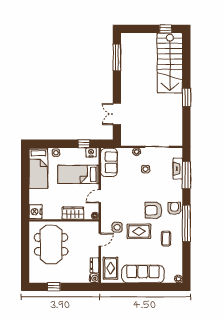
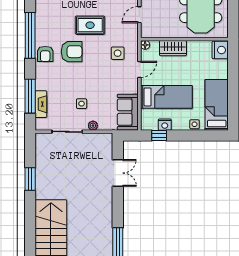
window: (186, 97) -> (30, 179), moved
nightstand: (91, 152) -> (165, 125), moved
side table: (117, 227) -> (118, 53), moved
coffee table: (166, 239) -> (56, 16), removed

